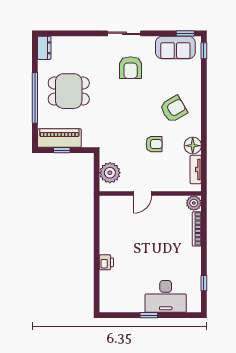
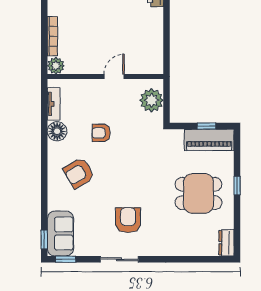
sliding door: (124, 33) -> (119, 259), moved
sofa: (175, 48) -> (60, 234), moved, turned 90
window: (35, 98) -> (237, 186), width x0.32

